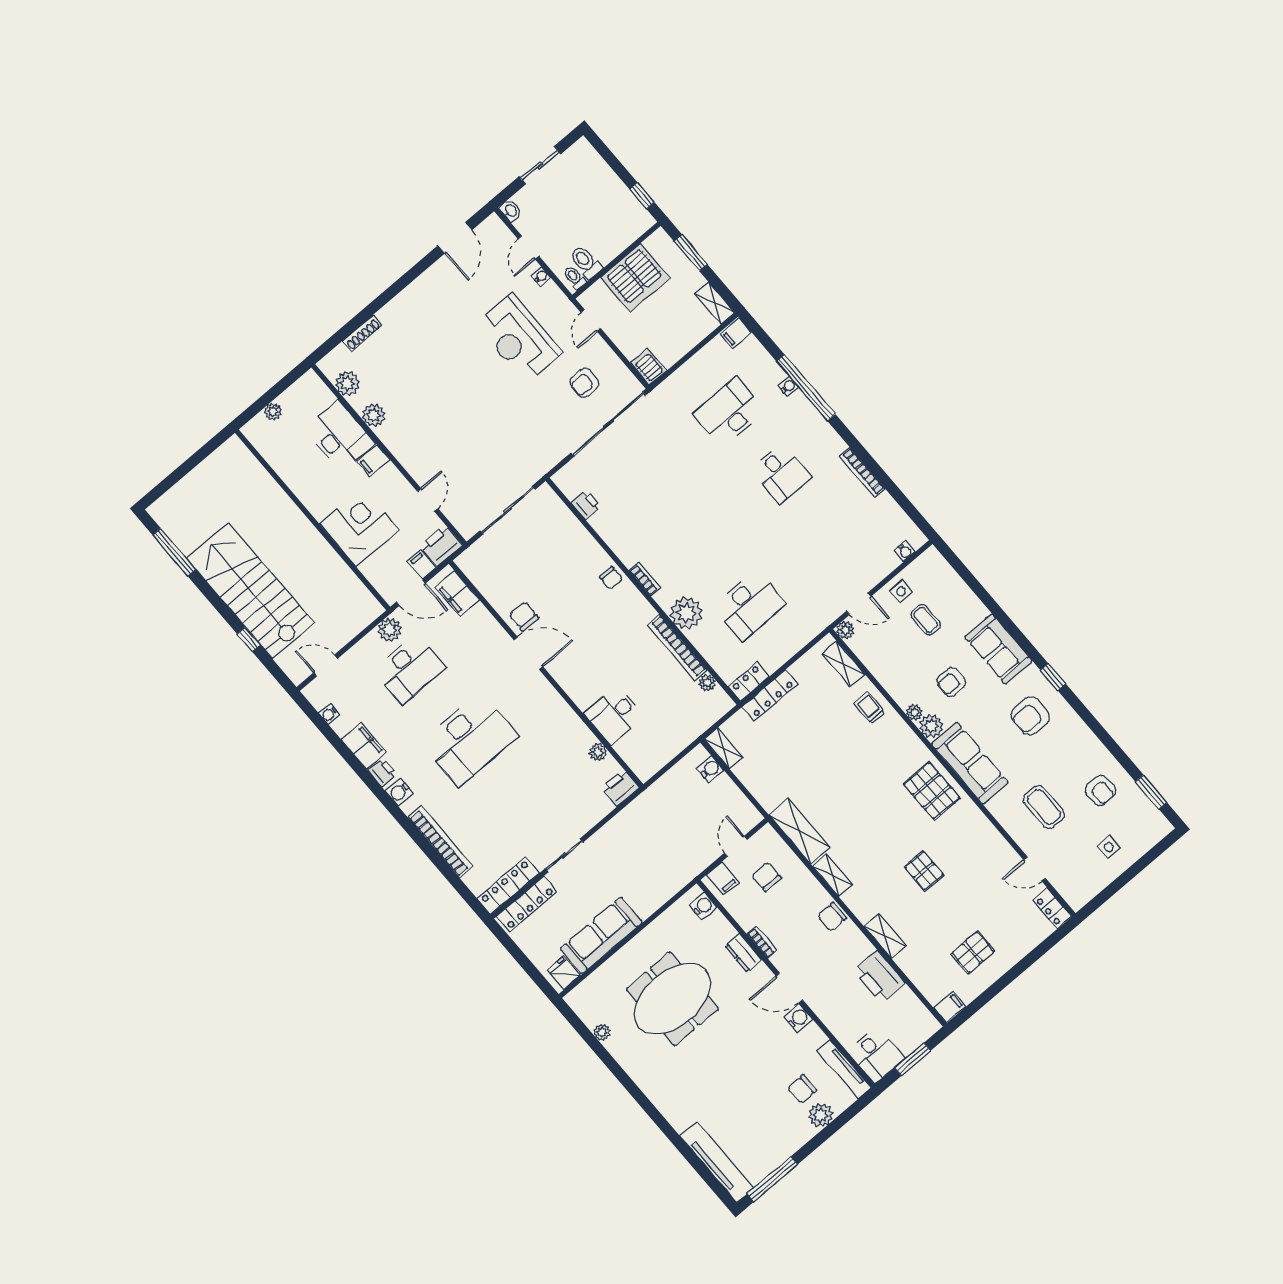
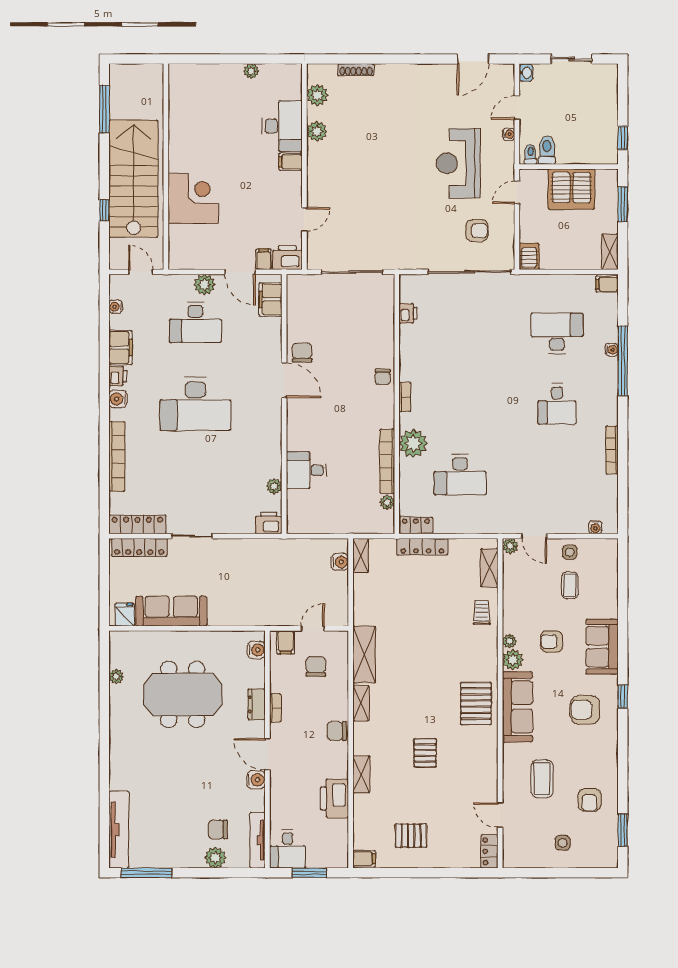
armchair: (584, 383) -> (477, 231), turned 180
wall: (313, 520) -> (166, 167), moved
corner desk: (359, 527) -> (193, 198), moved

